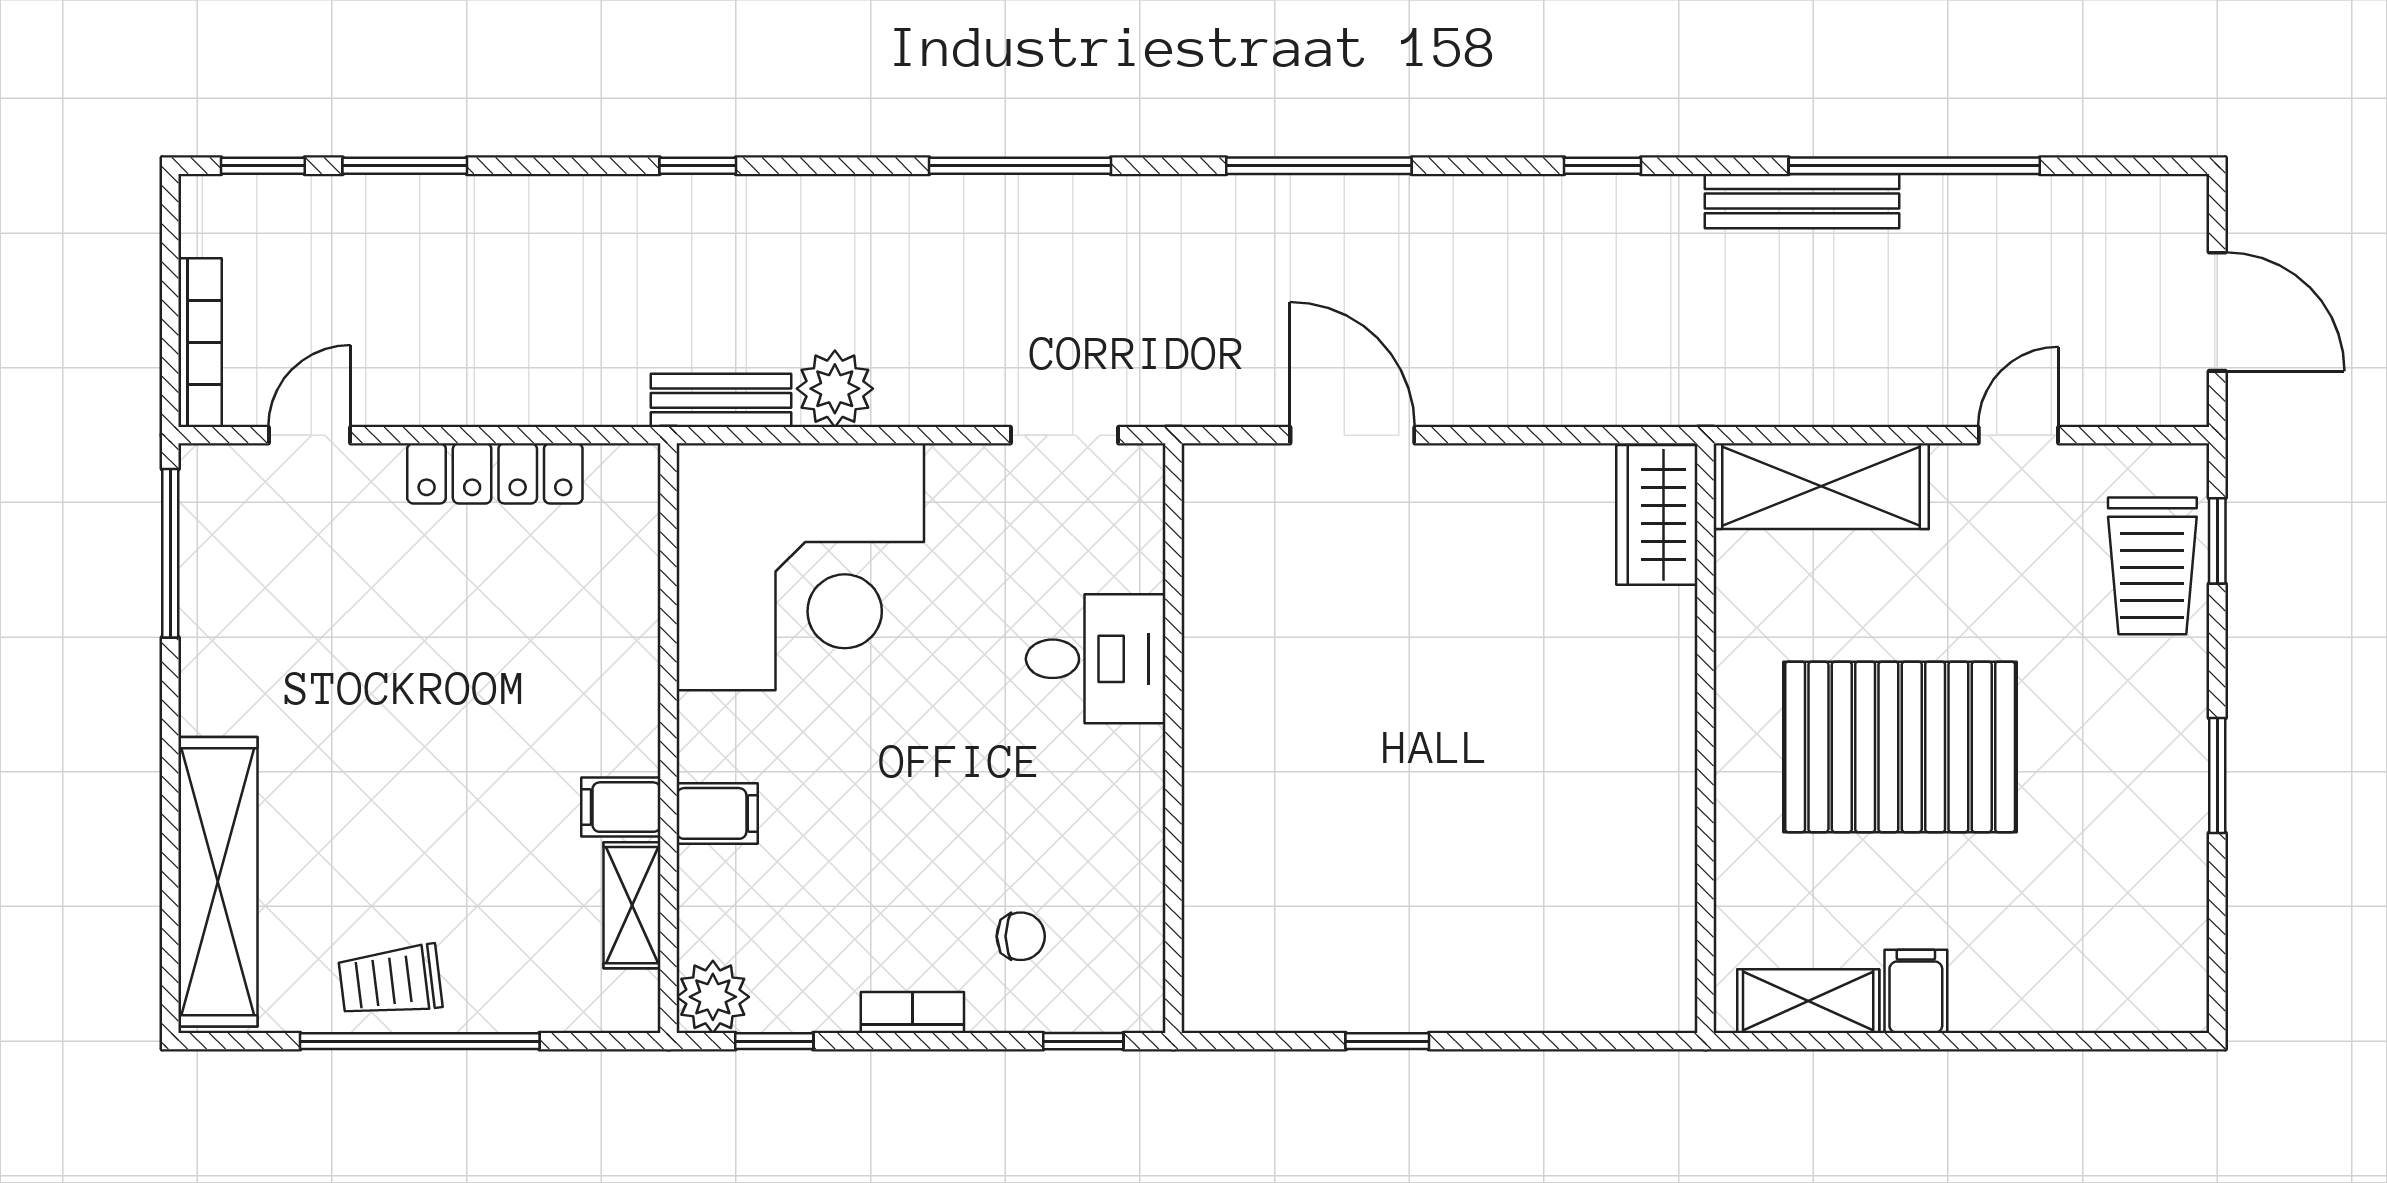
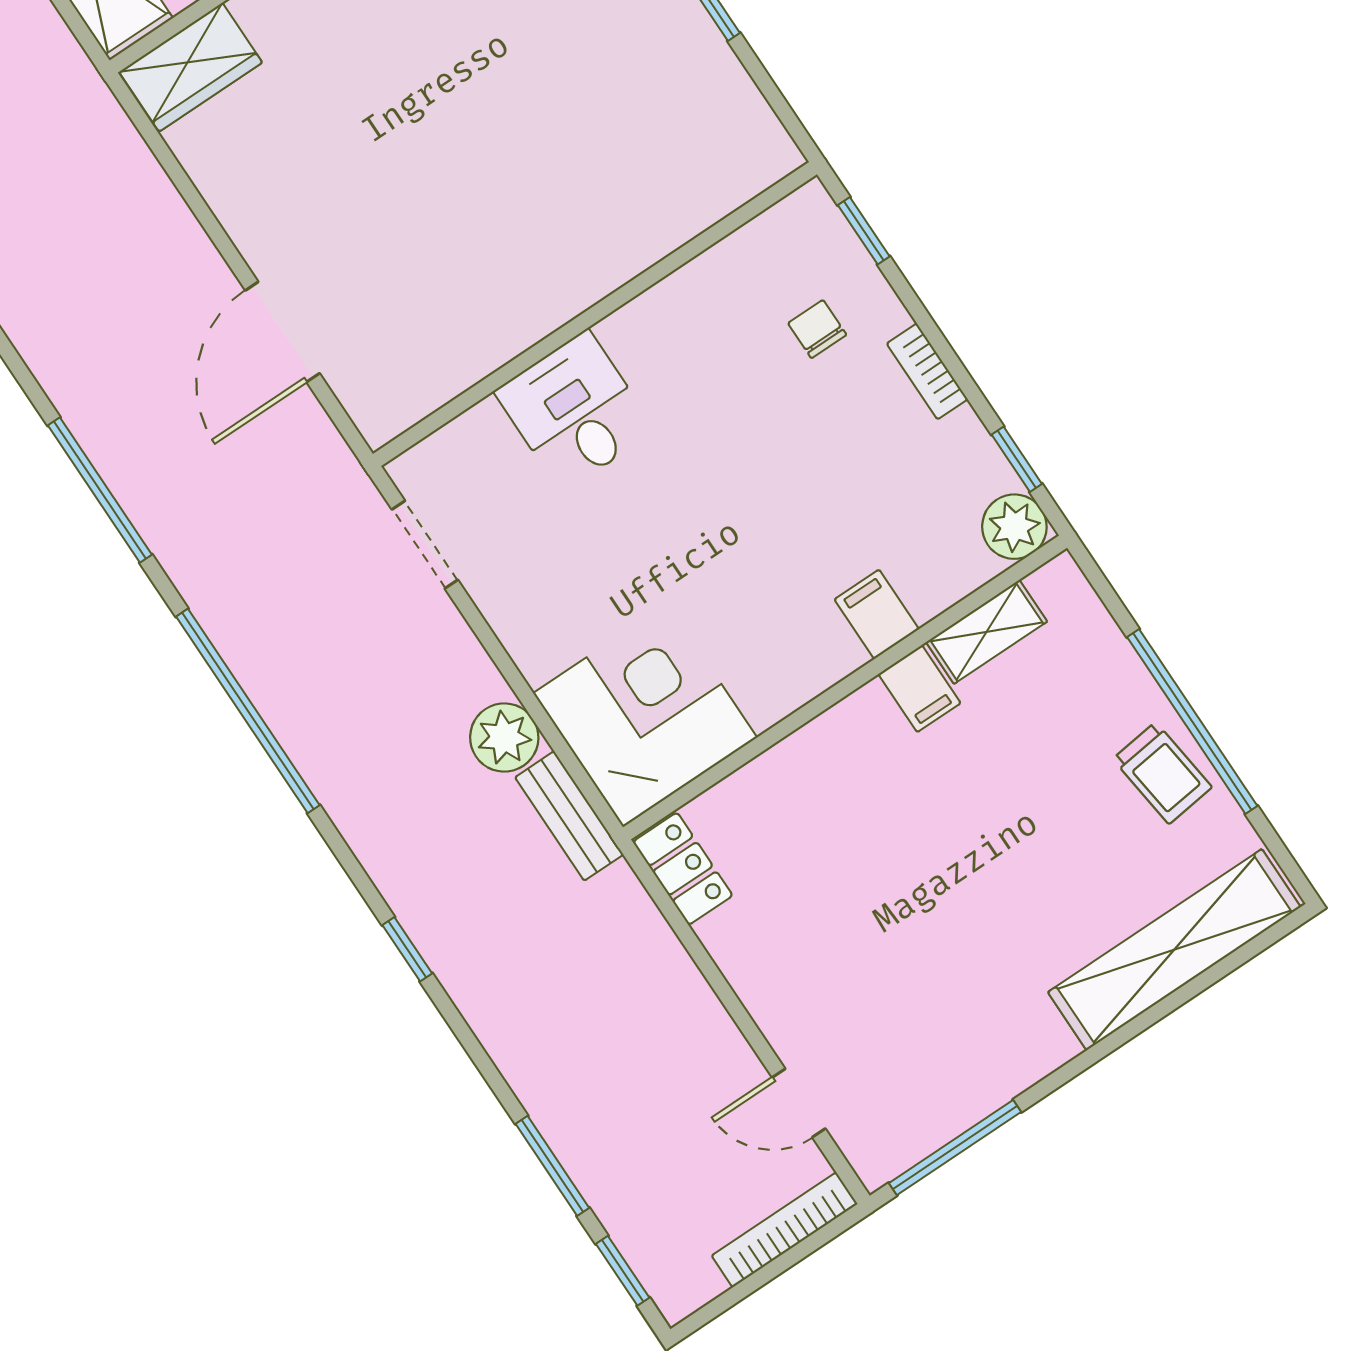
window: (1020, 166) -> (248, 711), width x1.46
locker: (495, 473) -> (683, 869), moved, width x0.66
corner desk: (800, 567) -> (645, 715), width x0.74, depth x0.74

